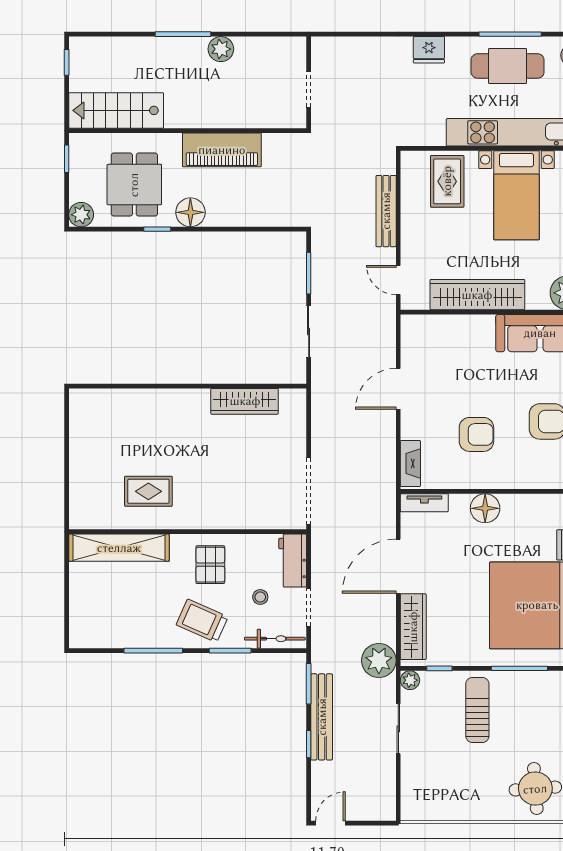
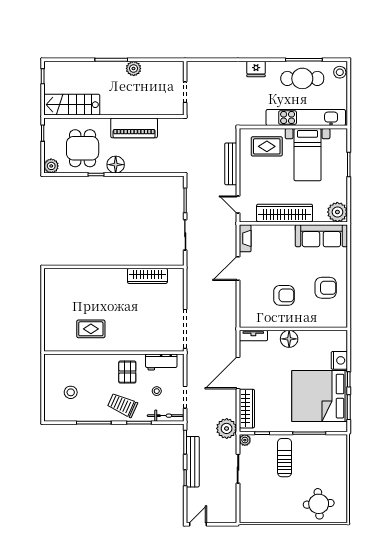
rug: (447, 181) -> (267, 146), turned 90
fireplace: (410, 464) -> (245, 238), moved
shelving: (119, 548) -> (73, 362), removed
workbench: (293, 561) -> (161, 362), moved, turned -90
stool: (114, 599) -> (71, 392), added

